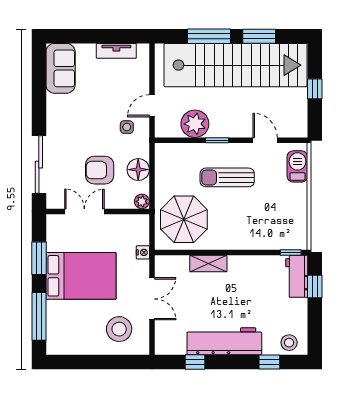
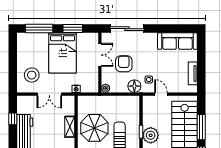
sofa: (61, 68) -> (177, 41), width x1.36
plant: (195, 124) -> (151, 135), moved
floor lamp: (138, 170) -> (134, 86), moved
parasol: (184, 219) -> (94, 128), moved

